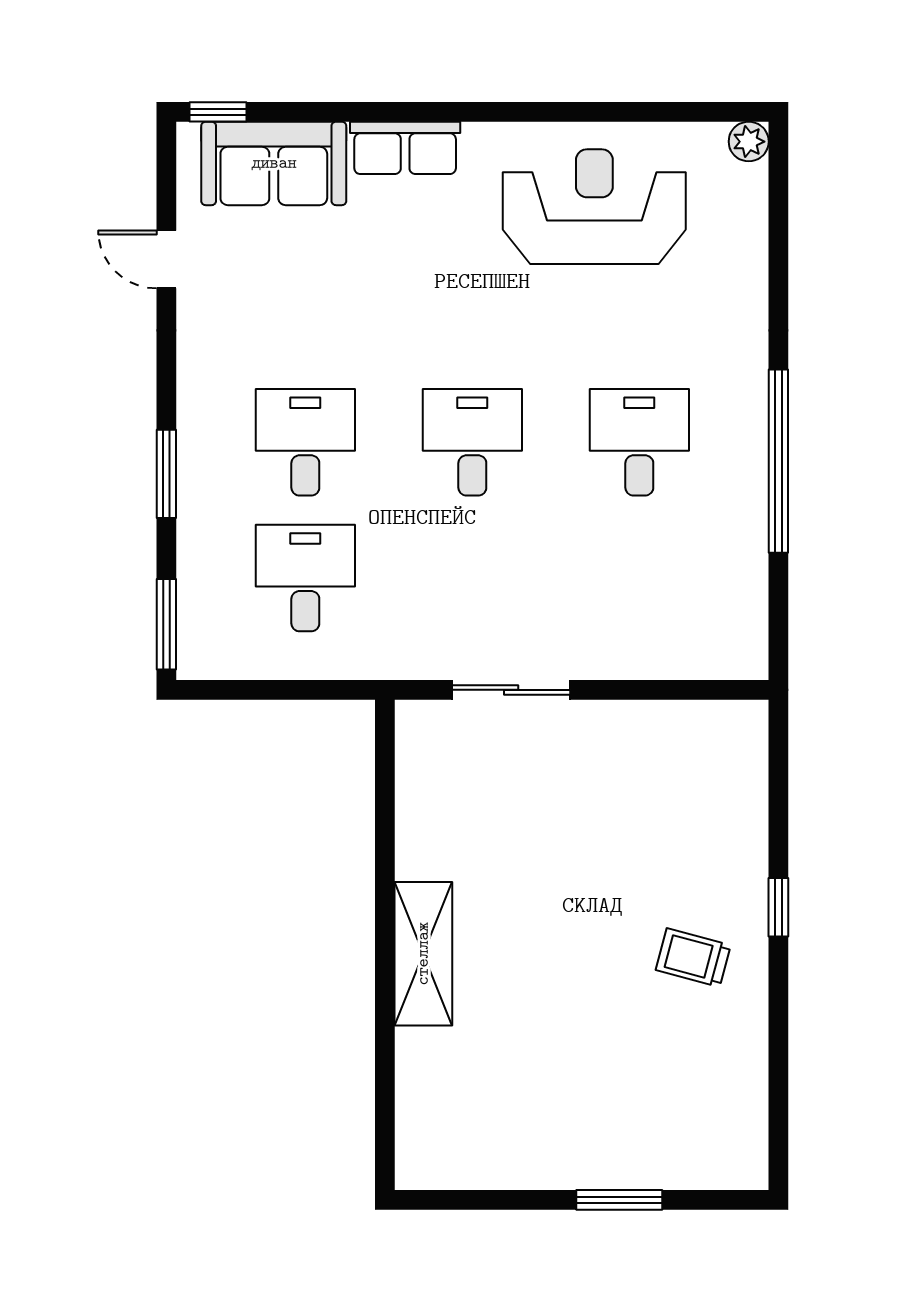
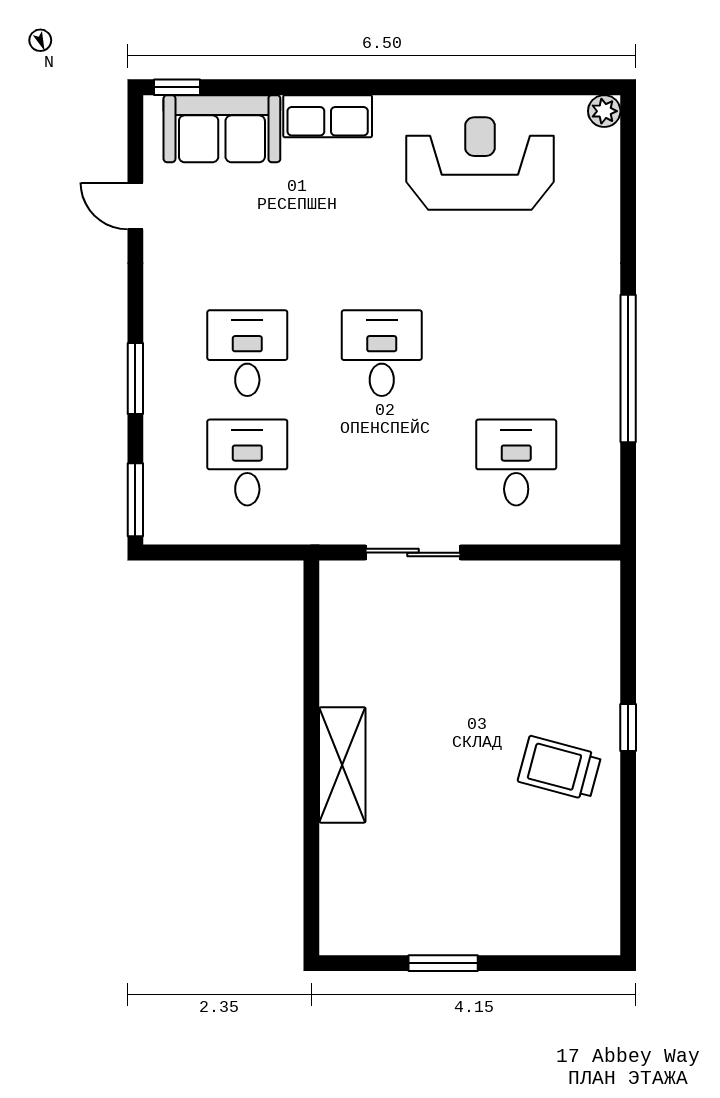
desk: (639, 442) -> (516, 462), moved
trolley: (693, 958) -> (559, 768), width x1.36, depth x1.39
window: (619, 1200) -> (443, 963), moved

